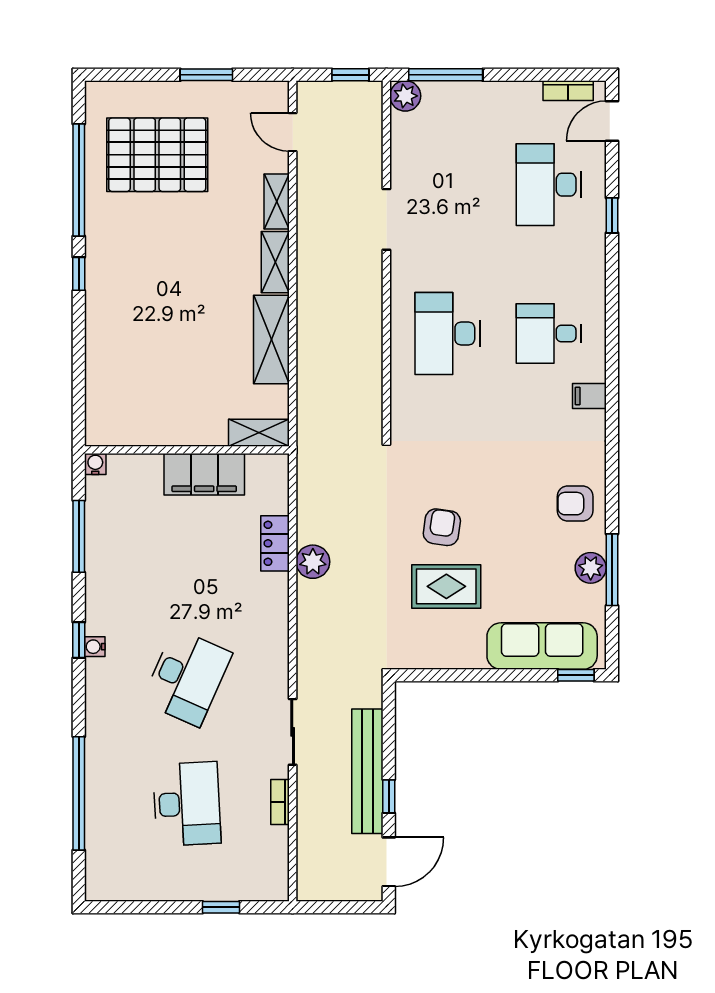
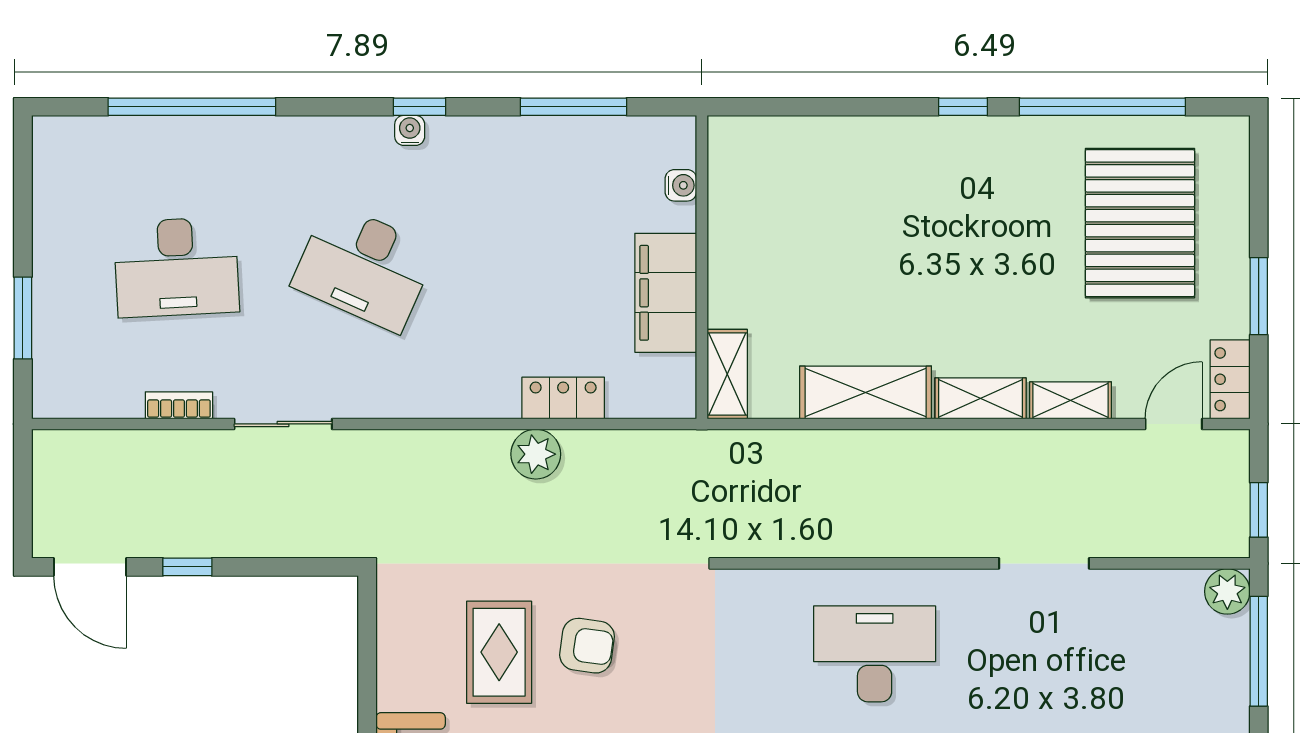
locker: (262, 94) -> (1230, 379), added
water cooler: (95, 464) -> (681, 185), moved
bench: (367, 771) -> (225, 535), removed
window: (221, 907) -> (23, 318), width x1.50

